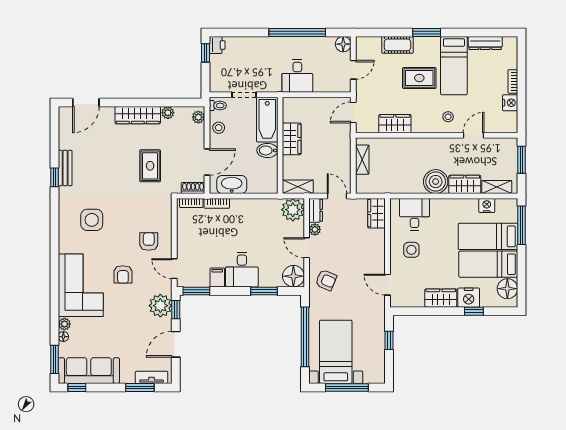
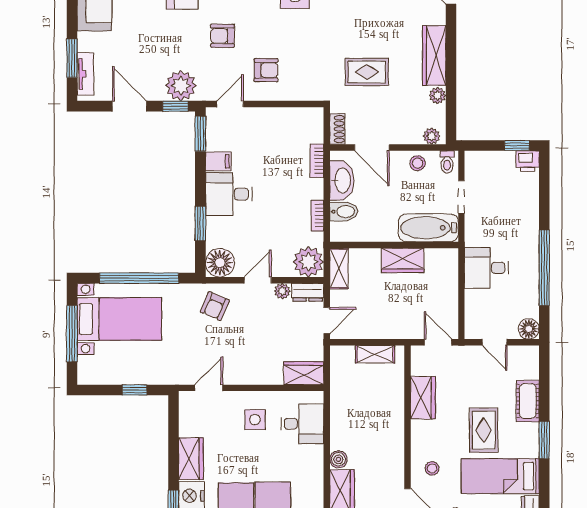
bidet: (267, 150) -> (344, 212), moved, turned 90
boiler: (436, 182) -> (338, 459), width x0.54, depth x0.54
bookcase: (191, 203) -> (317, 216), moved

